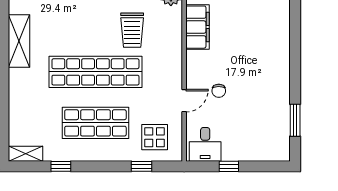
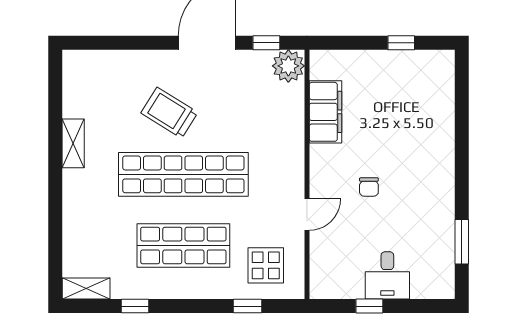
trolley: (132, 30) -> (169, 113), moved, turned 122
shelving: (19, 41) -> (73, 143), width x0.67, depth x0.75
chair: (219, 91) -> (369, 187), moved
desk: (205, 144) -> (387, 275), moved

